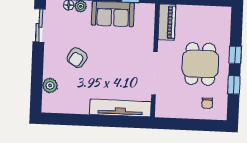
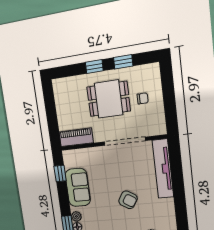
armchair: (77, 58) -> (128, 200), moved
chair: (207, 103) -> (143, 98), moved

